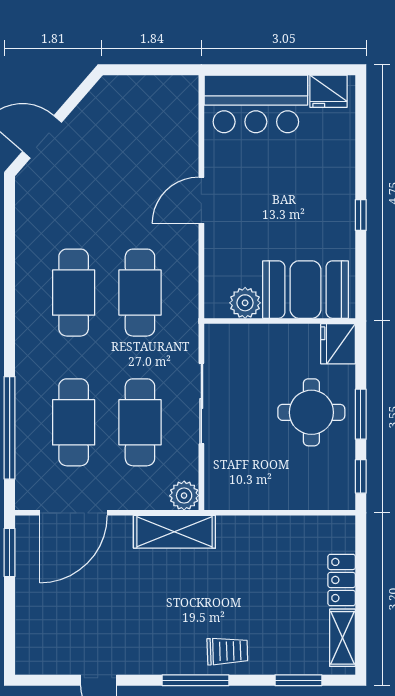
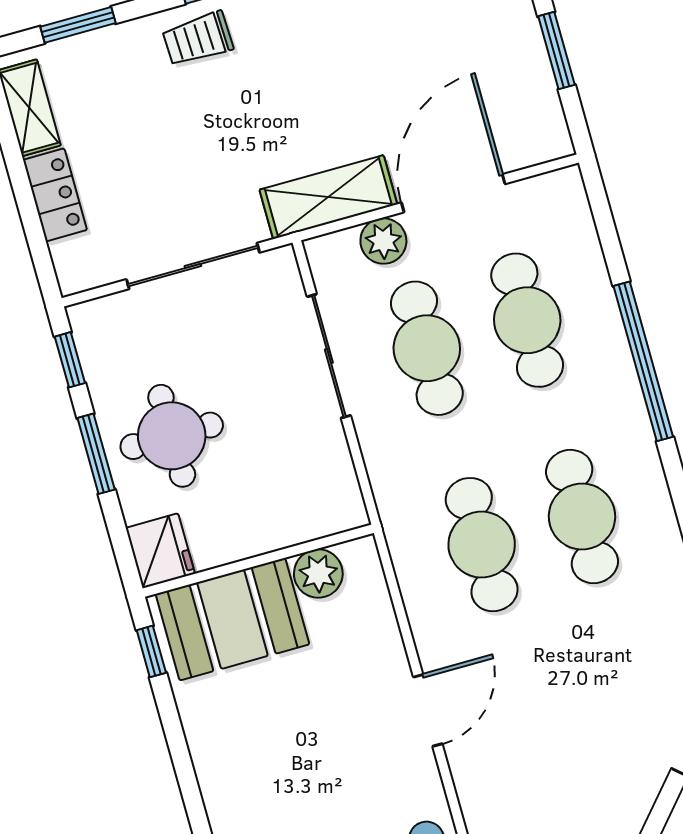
window: (361, 215) -> (151, 651), moved
sliding door: (201, 403) -> (329, 356), moved
window: (10, 428) -> (643, 361), moved
plant: (184, 496) -> (383, 241), moved
door: (74, 513) -> (453, 193), moved
sliding door: (269, 513) -> (193, 266), added
window: (10, 552) -> (556, 51), moved

